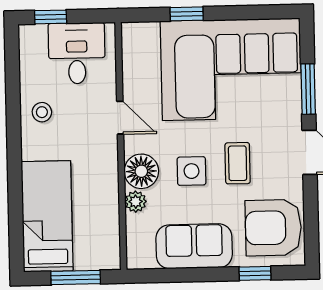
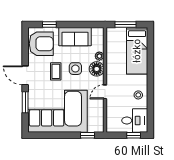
window: (187, 14) -> (88, 135), moved
desk: (77, 53) -> (135, 121), moved, turned -90
door: (120, 118) -> (105, 92), hinge flipped

